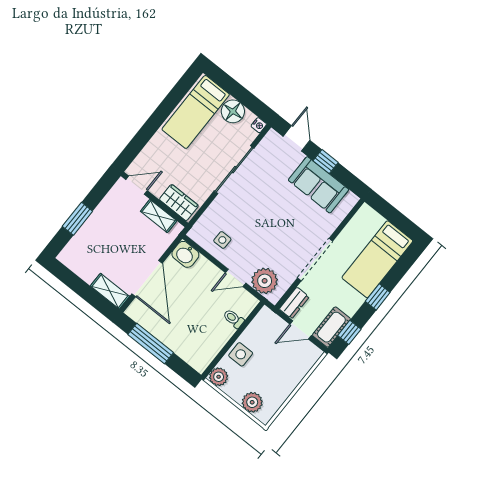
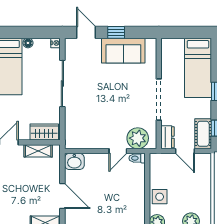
floor lamp: (233, 111) -> (28, 43), width x0.53, depth x0.53
side table: (222, 240) -> (90, 134), removed
door: (147, 279) -> (62, 196), width x0.73
toilet: (233, 319) -> (137, 158), moved
door: (301, 330) -> (185, 151), hinge flipped

